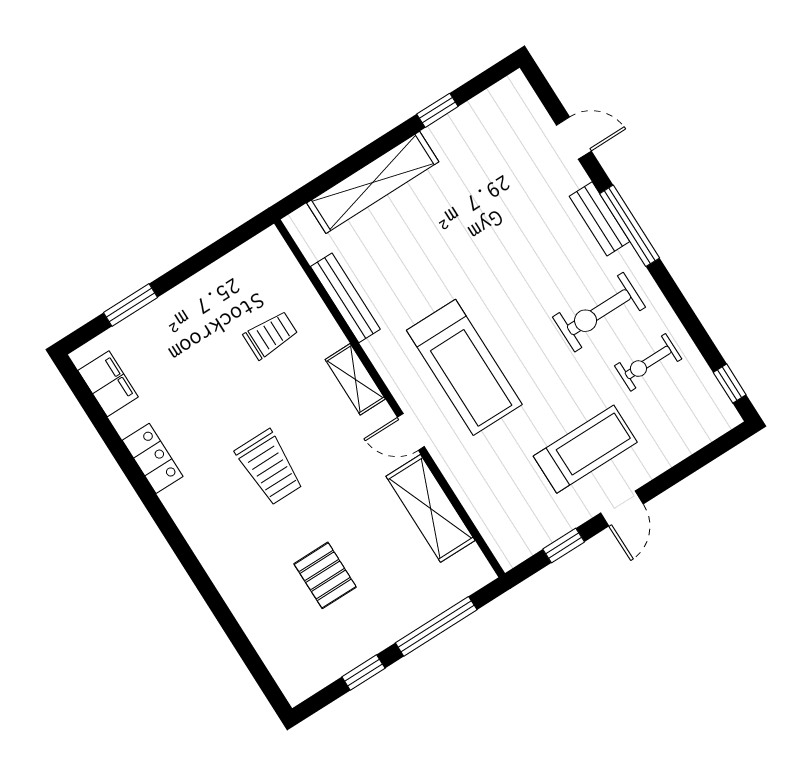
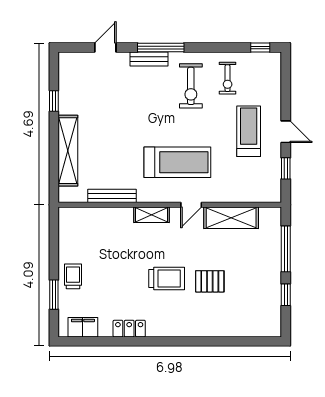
trolley: (271, 335) -> (73, 276), moved
pallet: (325, 575) -> (210, 281), moved

